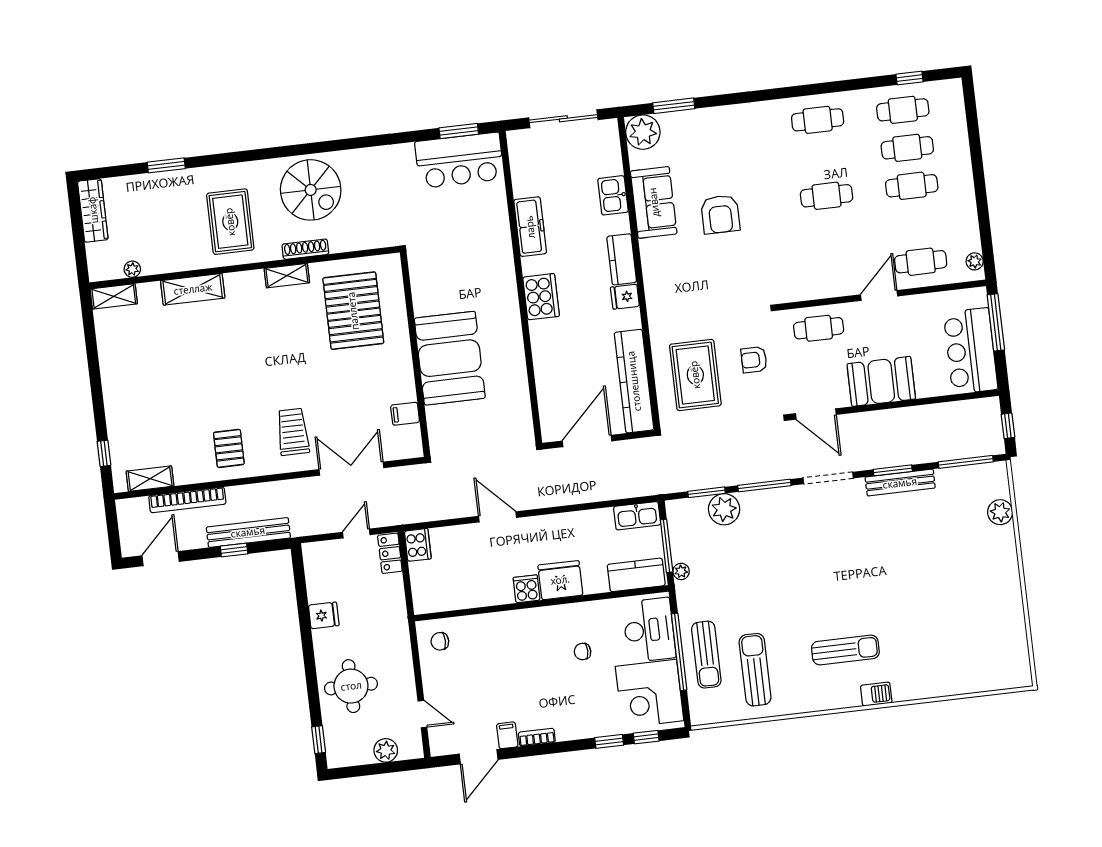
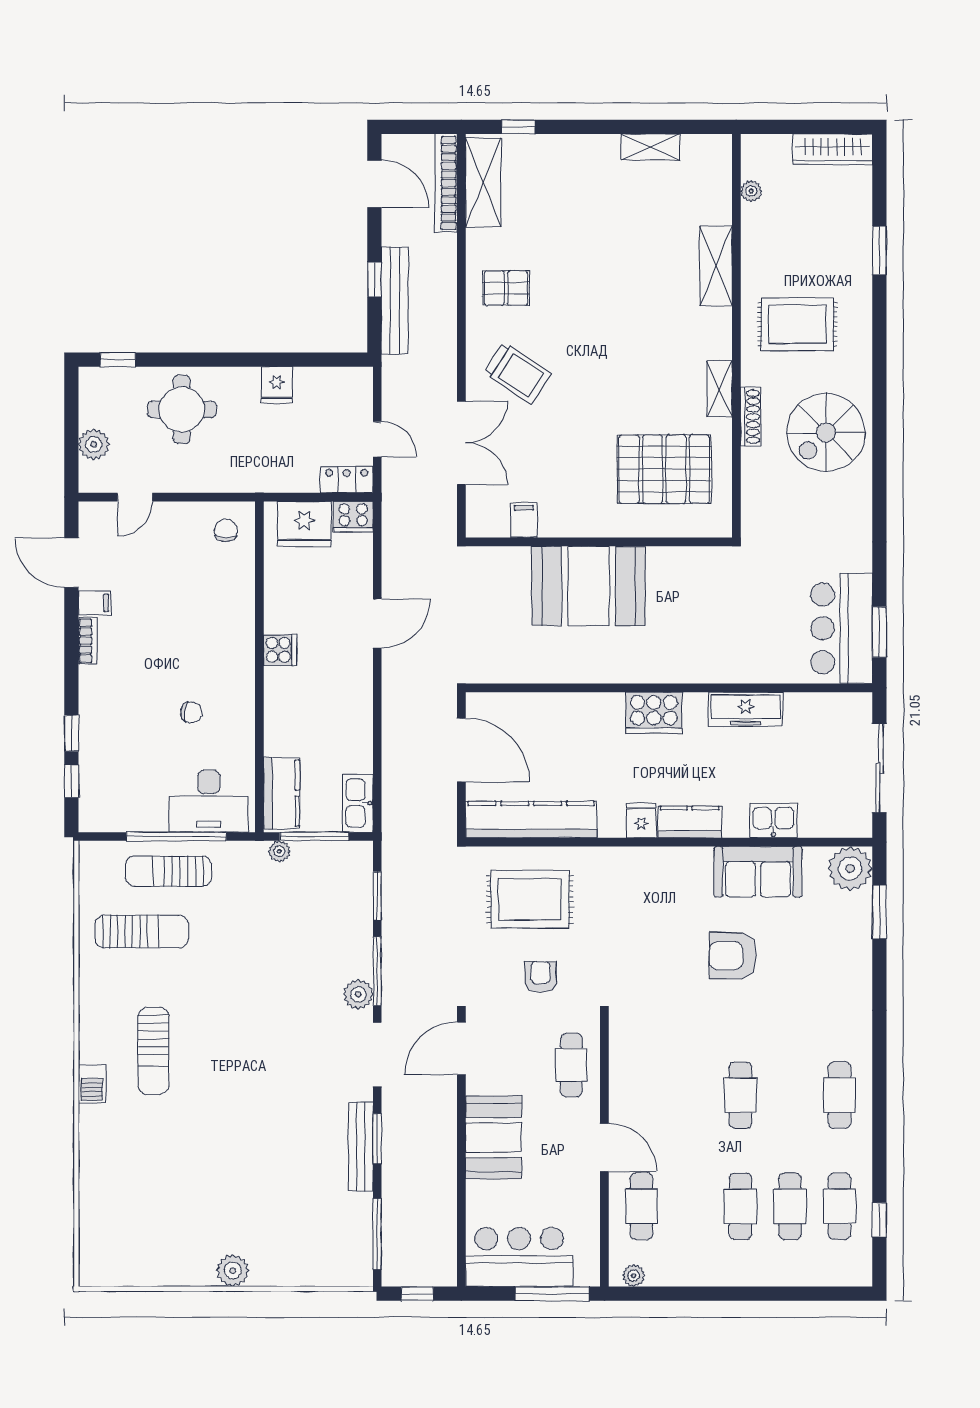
shelving: (114, 296) -> (650, 147), moved, turned 90
trolley: (293, 432) -> (518, 373), turned 33
shelving: (150, 479) -> (483, 182), width x1.50, depth x1.33
bookcase: (187, 500) -> (446, 183), moved
plant: (724, 509) -> (358, 994), moved, width x0.73, depth x0.73
plant: (1000, 512) -> (233, 1271), moved
fridge: (560, 580) -> (304, 524), moved, turned 90
chair: (583, 652) -> (191, 712), turned 97
corner desk: (650, 694) -> (127, 792), removed

